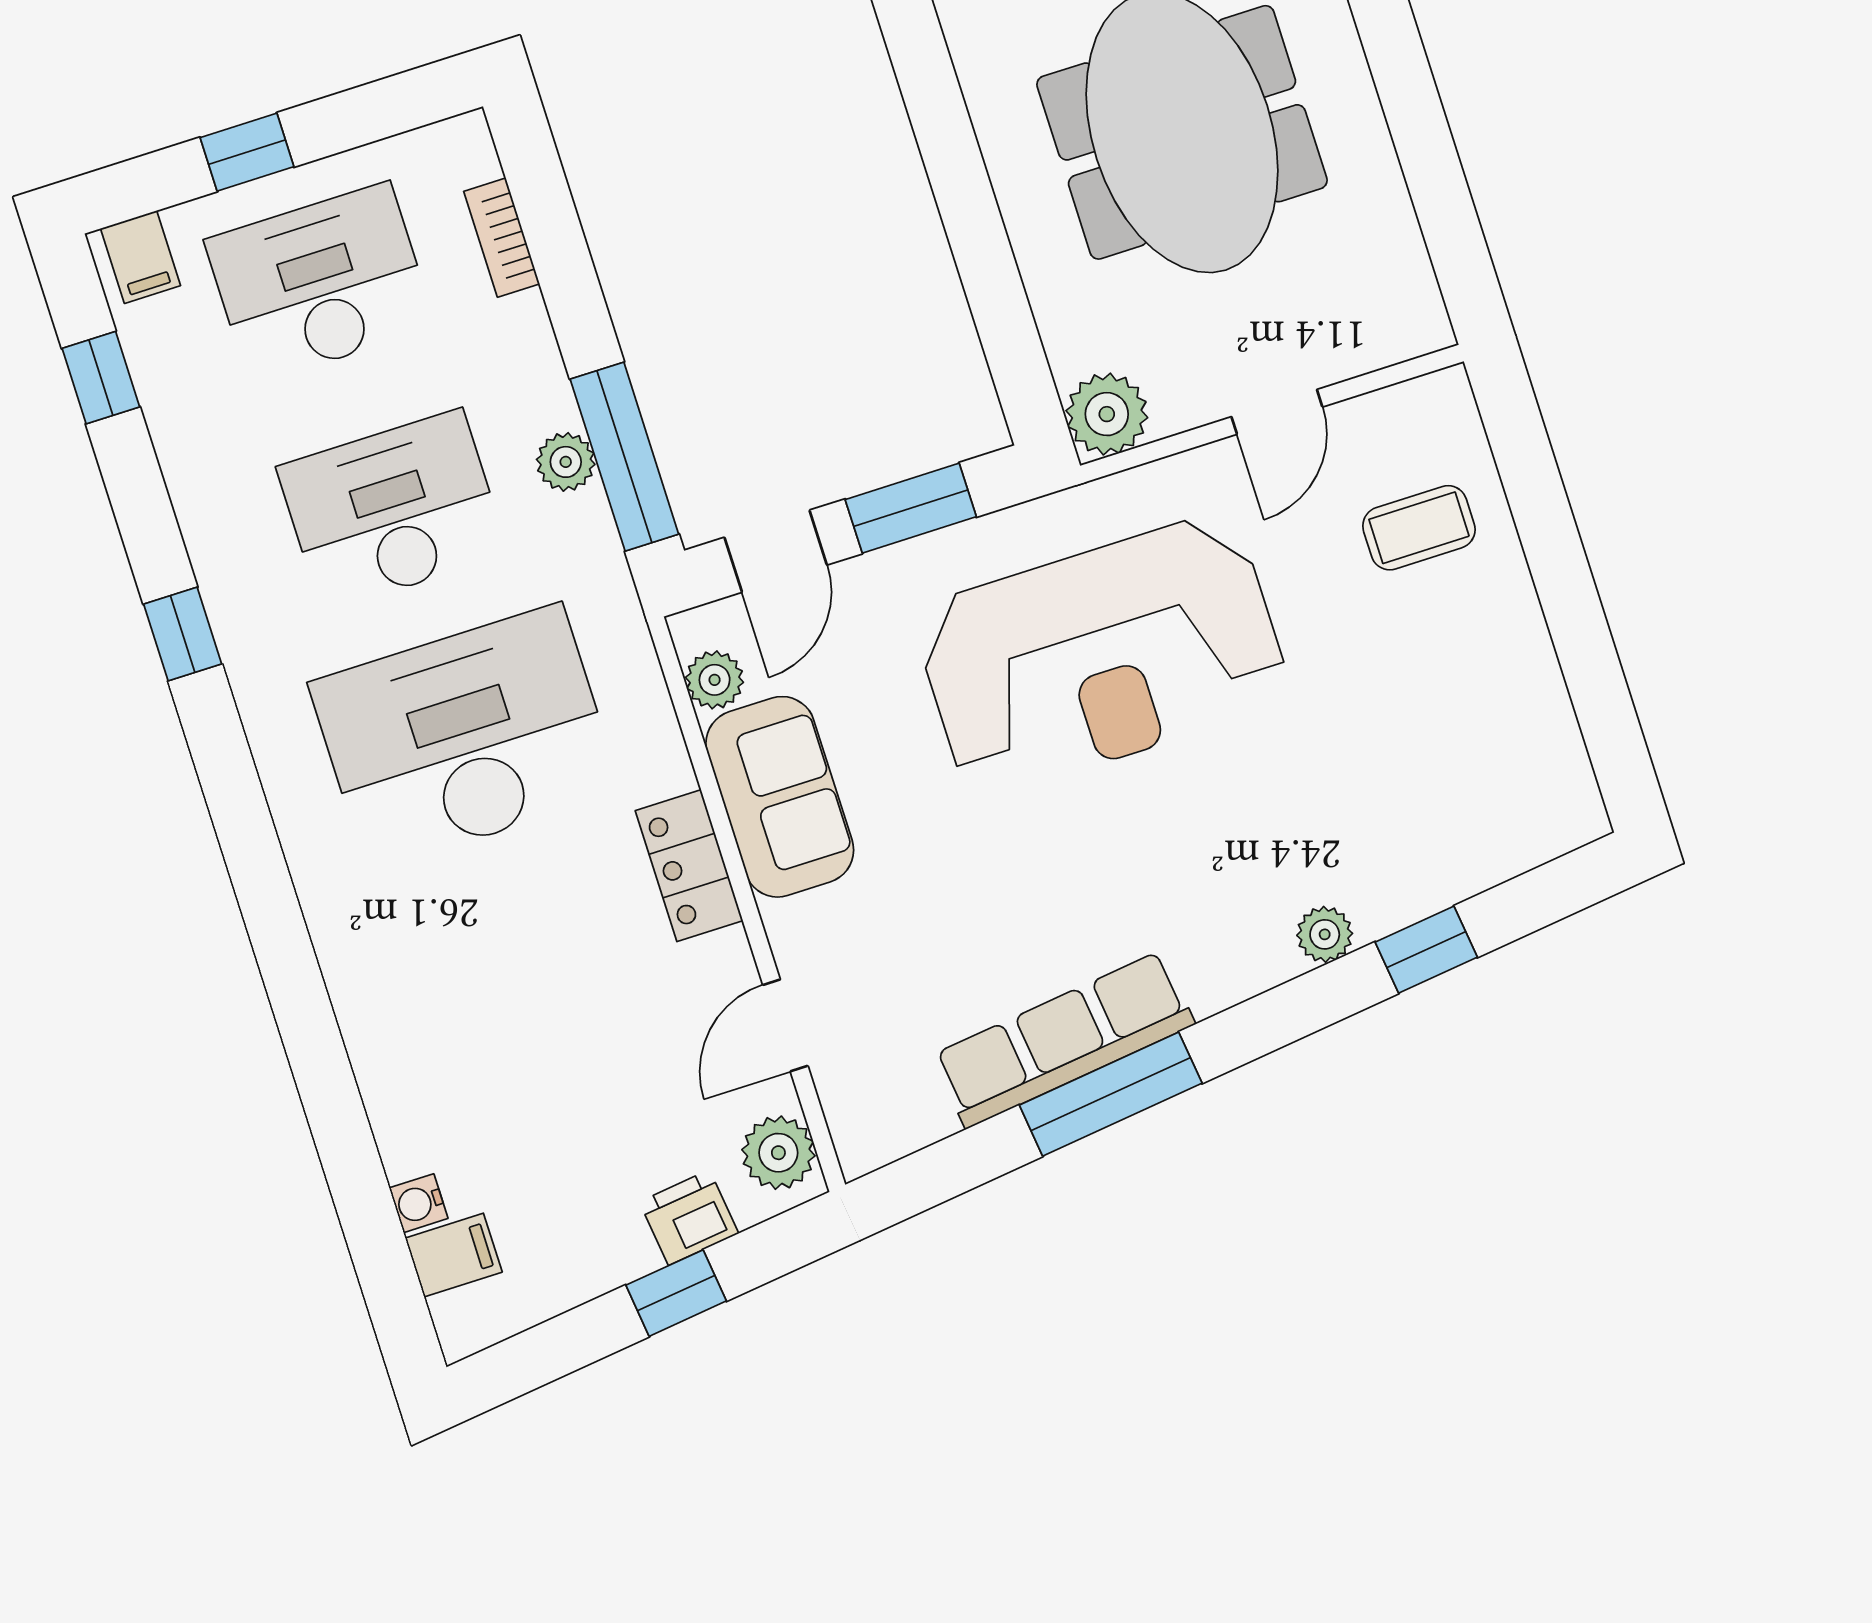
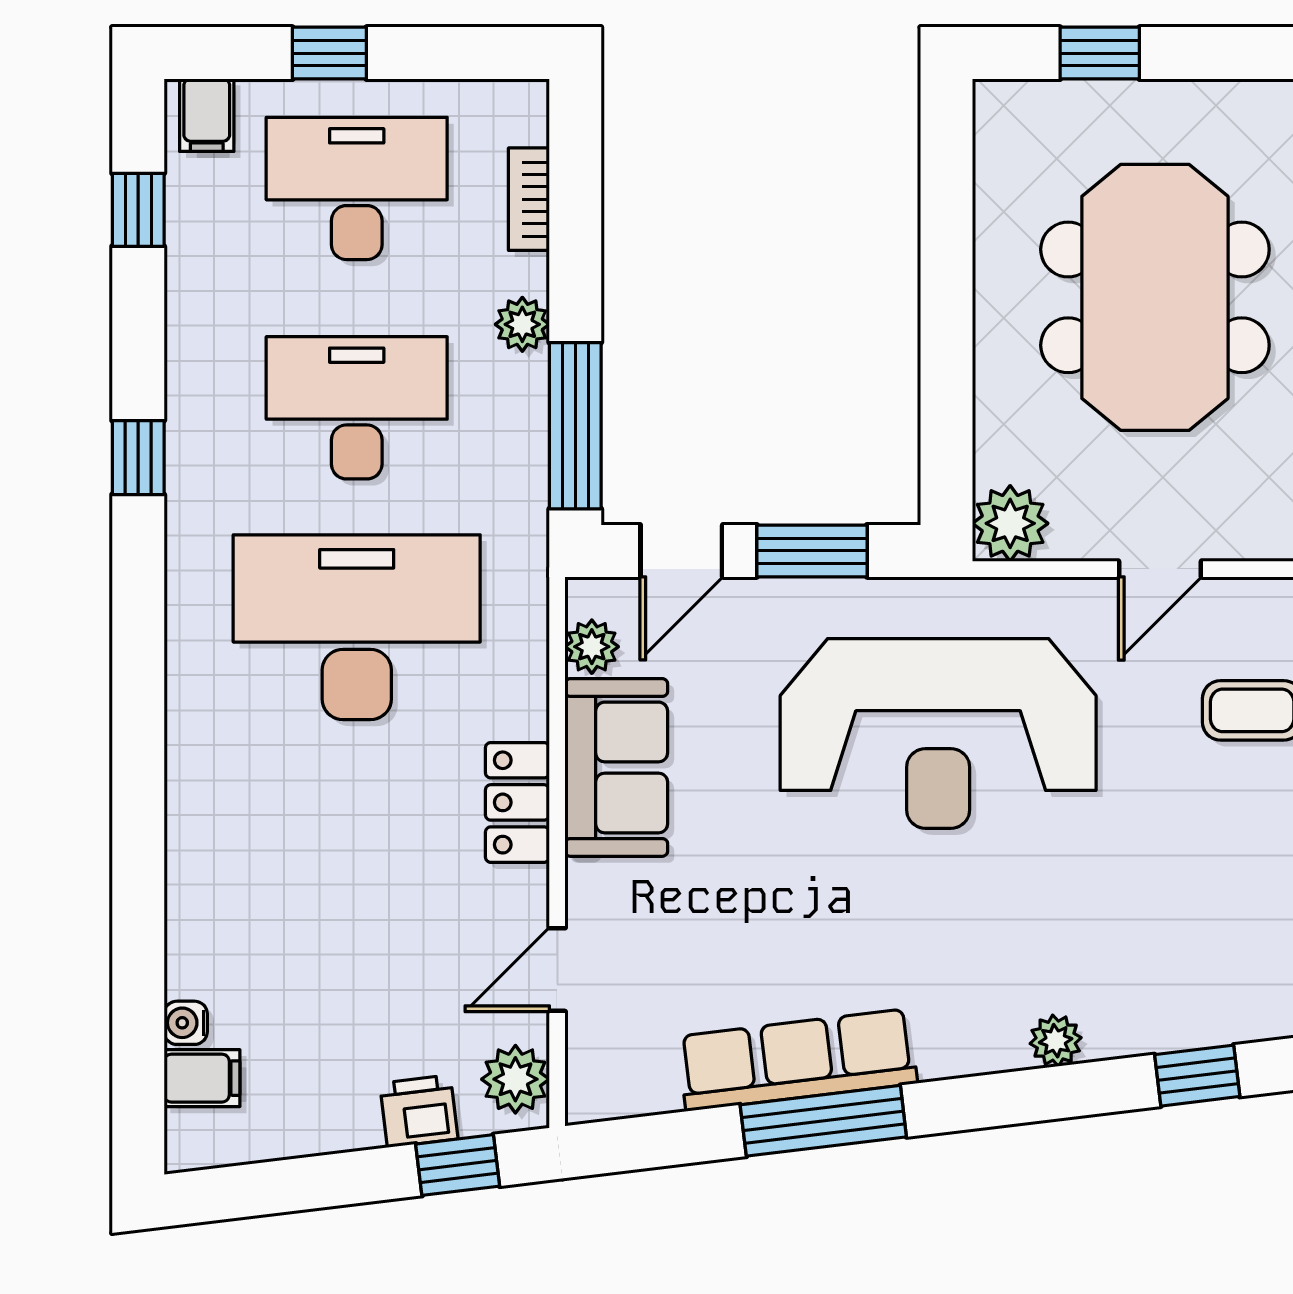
plant: (566, 462) -> (522, 324), moved
window: (1426, 950) -> (1197, 1076), moved
window: (676, 1293) -> (458, 1165), moved

